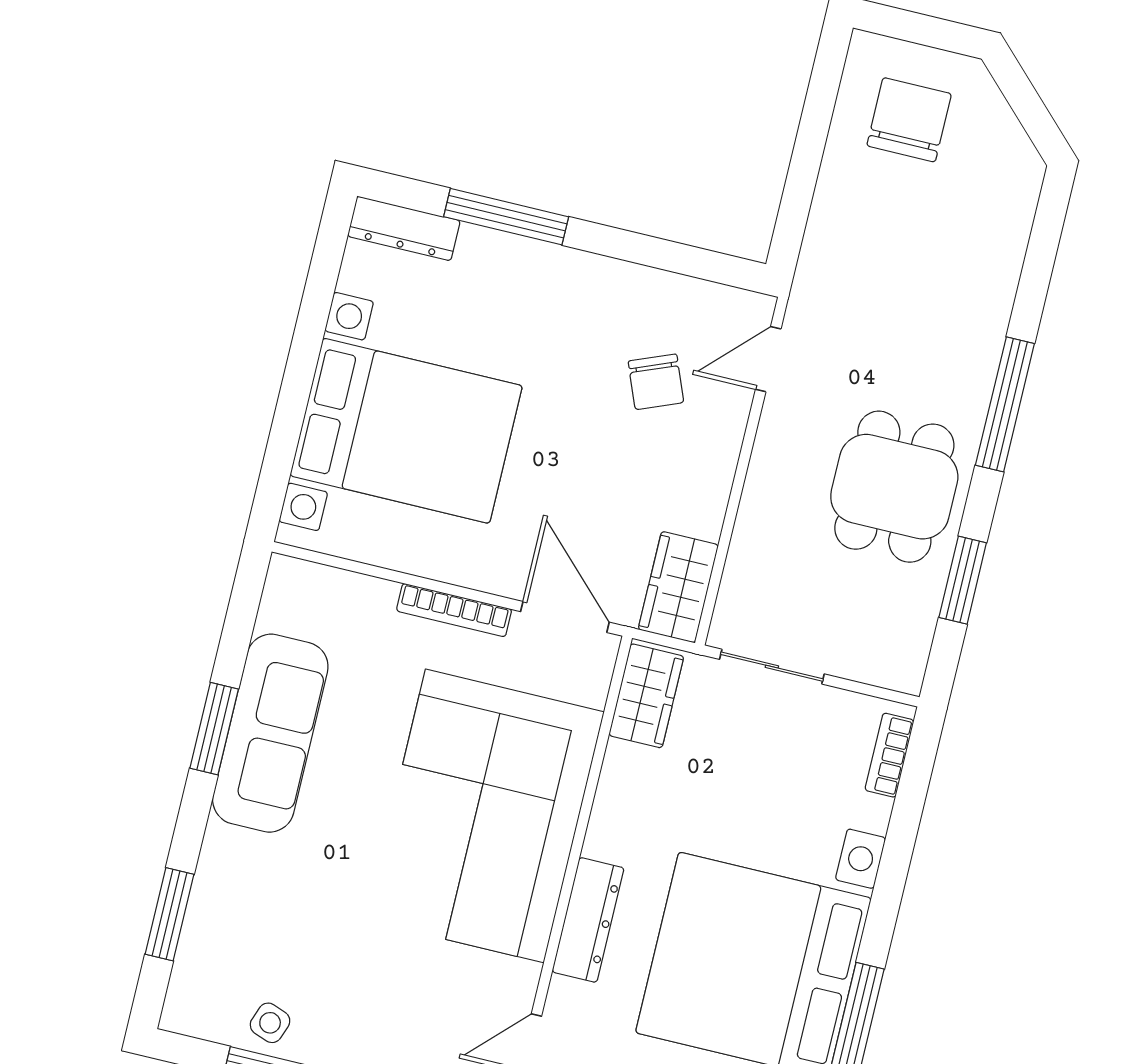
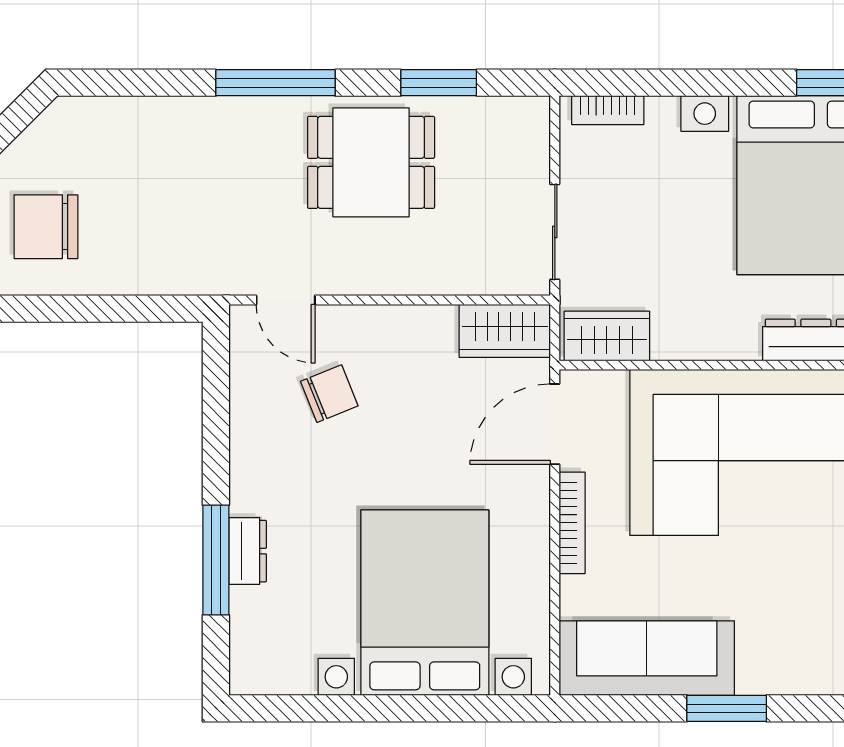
dresser: (404, 228) -> (248, 551), moved, width x0.70
sofa: (270, 733) -> (647, 658), moved

